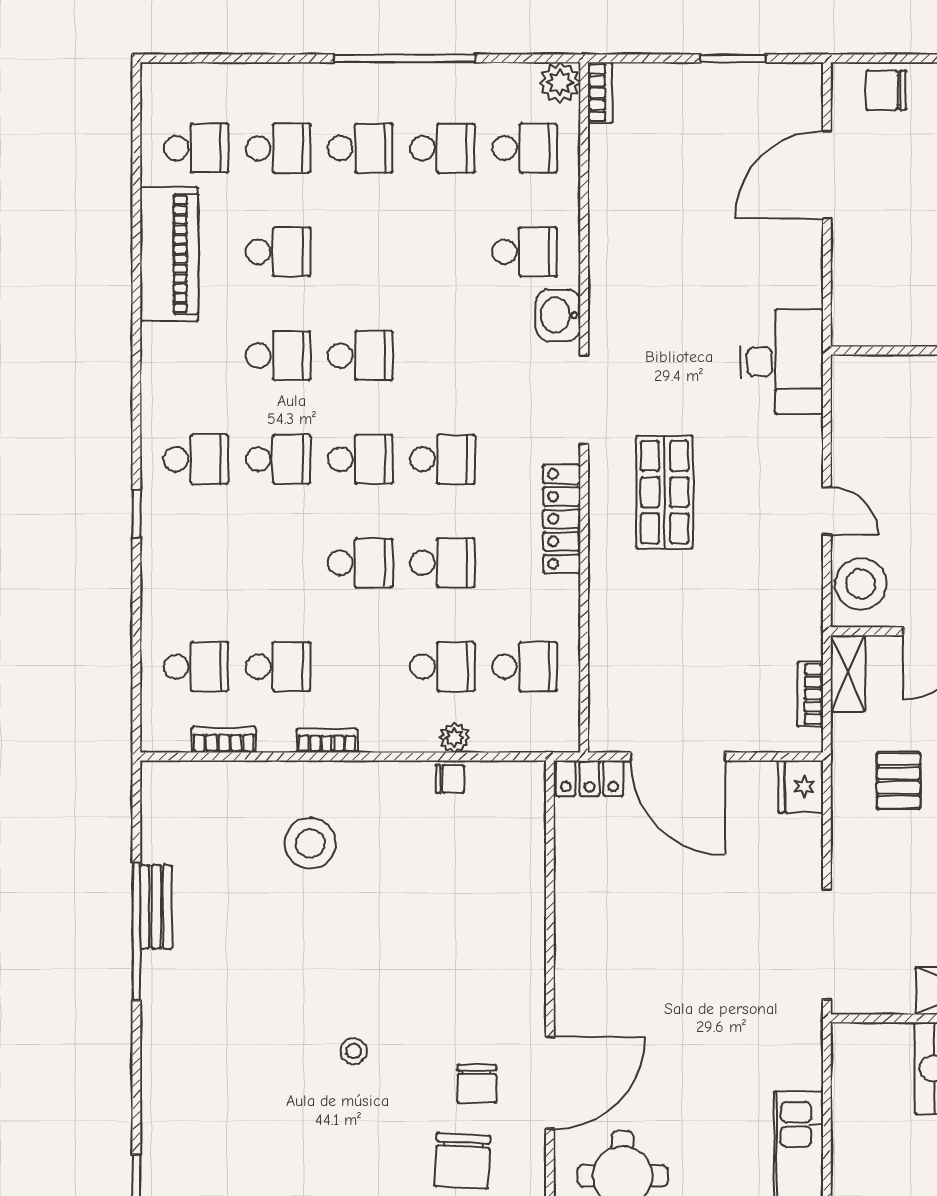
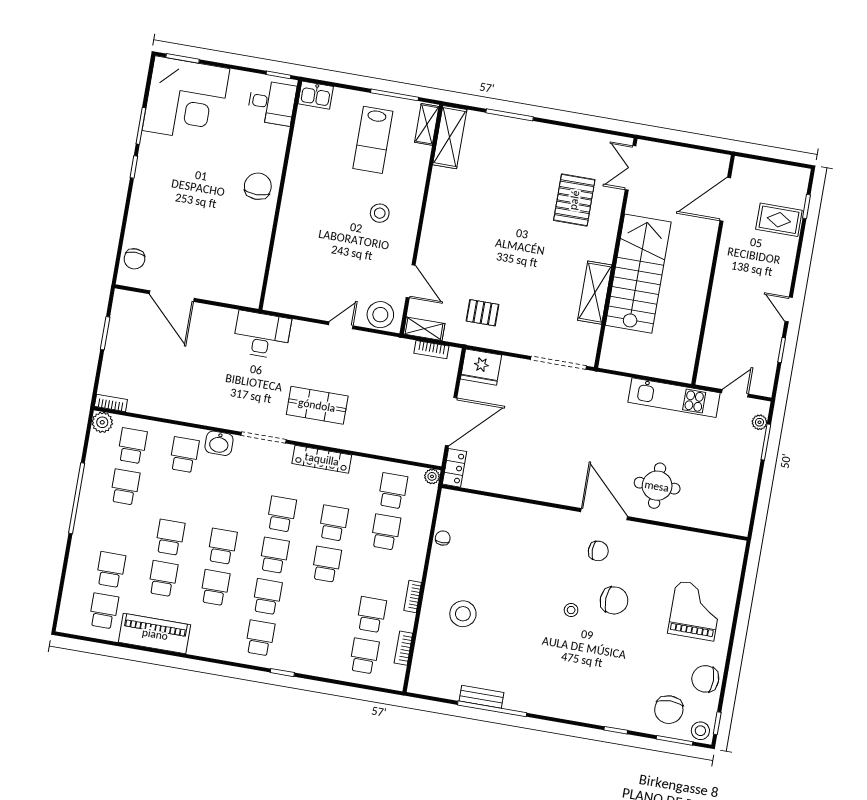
school desk: (360, 148) -> (170, 537), moved
plant: (454, 738) -> (432, 476), moved
fridge: (801, 786) -> (481, 367), width x1.36, depth x1.34
chair: (462, 1161) -> (614, 600), moved

